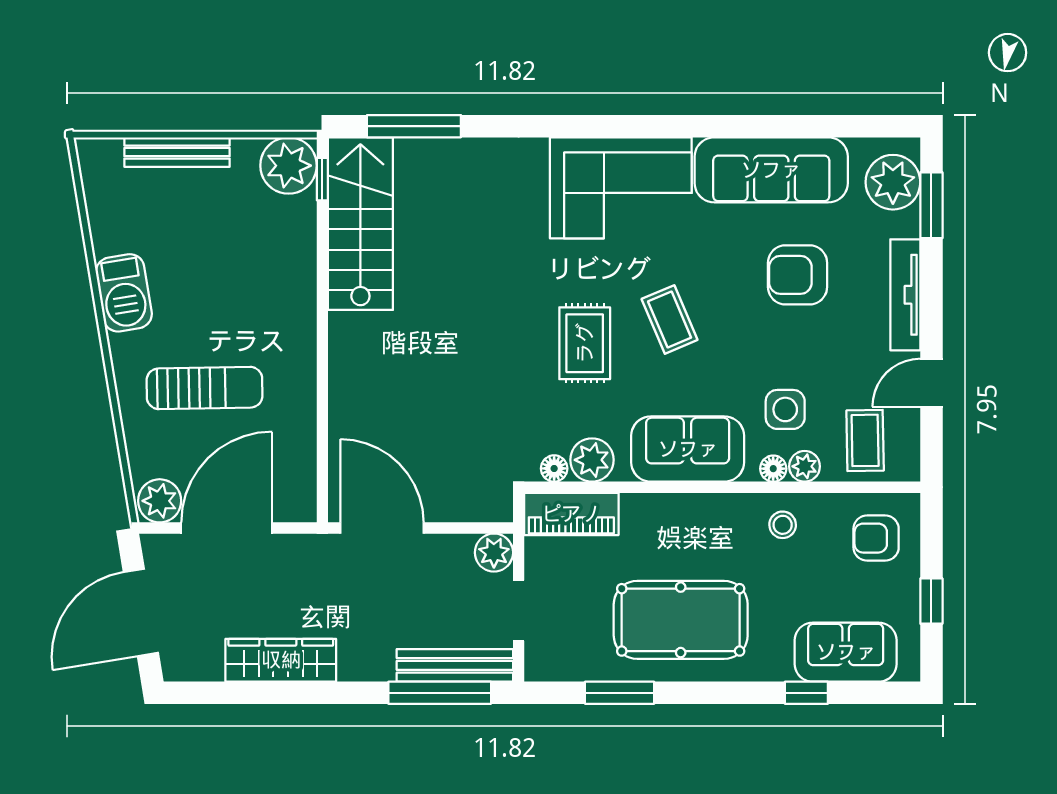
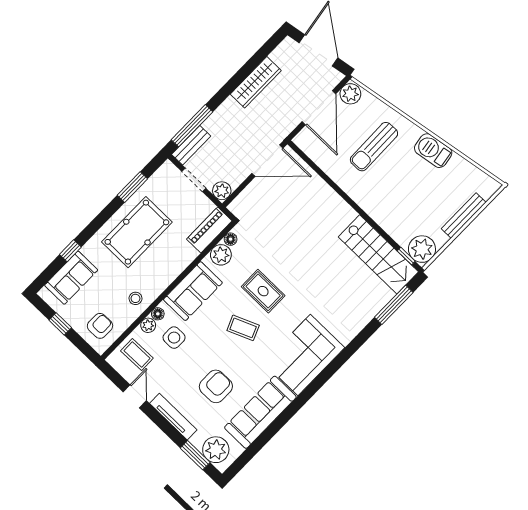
bench: (455, 665) -> (191, 145), width x0.73

